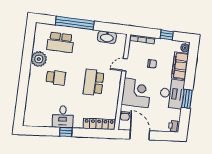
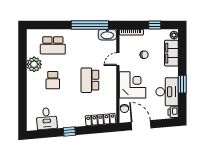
window: (75, 23) -> (90, 25), moved
washbasin: (107, 37) -> (107, 35), moved
school desk: (56, 78) -> (53, 80), turned 90
desk: (172, 94) -> (167, 92), moved
desk: (63, 117) -> (47, 119), moved

